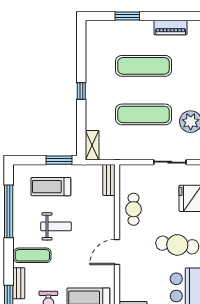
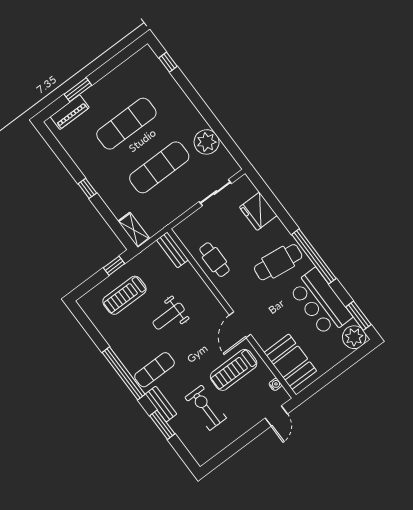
piano: (171, 28) -> (70, 112), moved
window: (59, 160) -> (114, 266), width x0.67
window: (9, 211) -> (124, 373), moved
weight bench: (56, 226) -> (169, 316), moved, turned 180
door: (117, 252) -> (240, 325), moved

